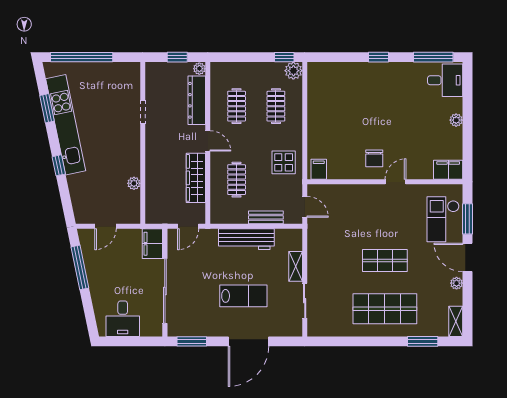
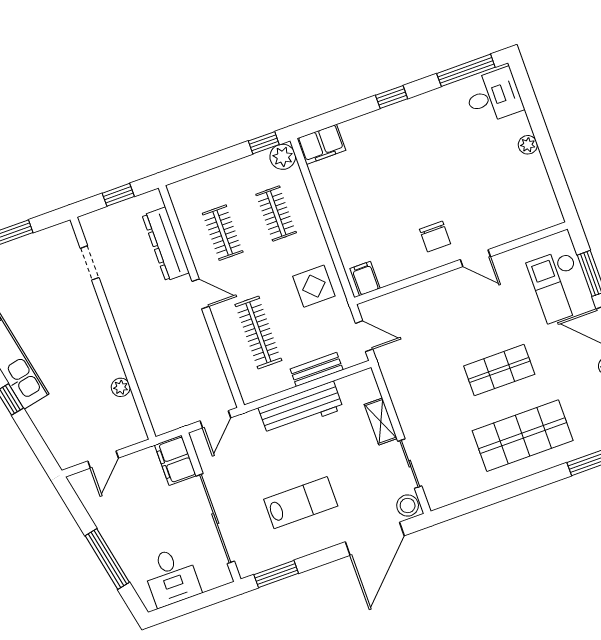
plant: (199, 69) -> (154, 200), removed
doorway: (143, 112) -> (90, 263), moved
filing cabinet: (448, 170) -> (321, 144), moved, turned 180
wardrobe: (196, 178) -> (202, 350), removed
clothes rail: (237, 180) -> (258, 332), width x1.36
door: (396, 182) -> (475, 258), swing flipped
window: (80, 267) -> (107, 559), moved
lab bench: (243, 296) -> (301, 503), moved
stool: (293, 327) -> (408, 505), added
door: (248, 341) -> (375, 539), moved

